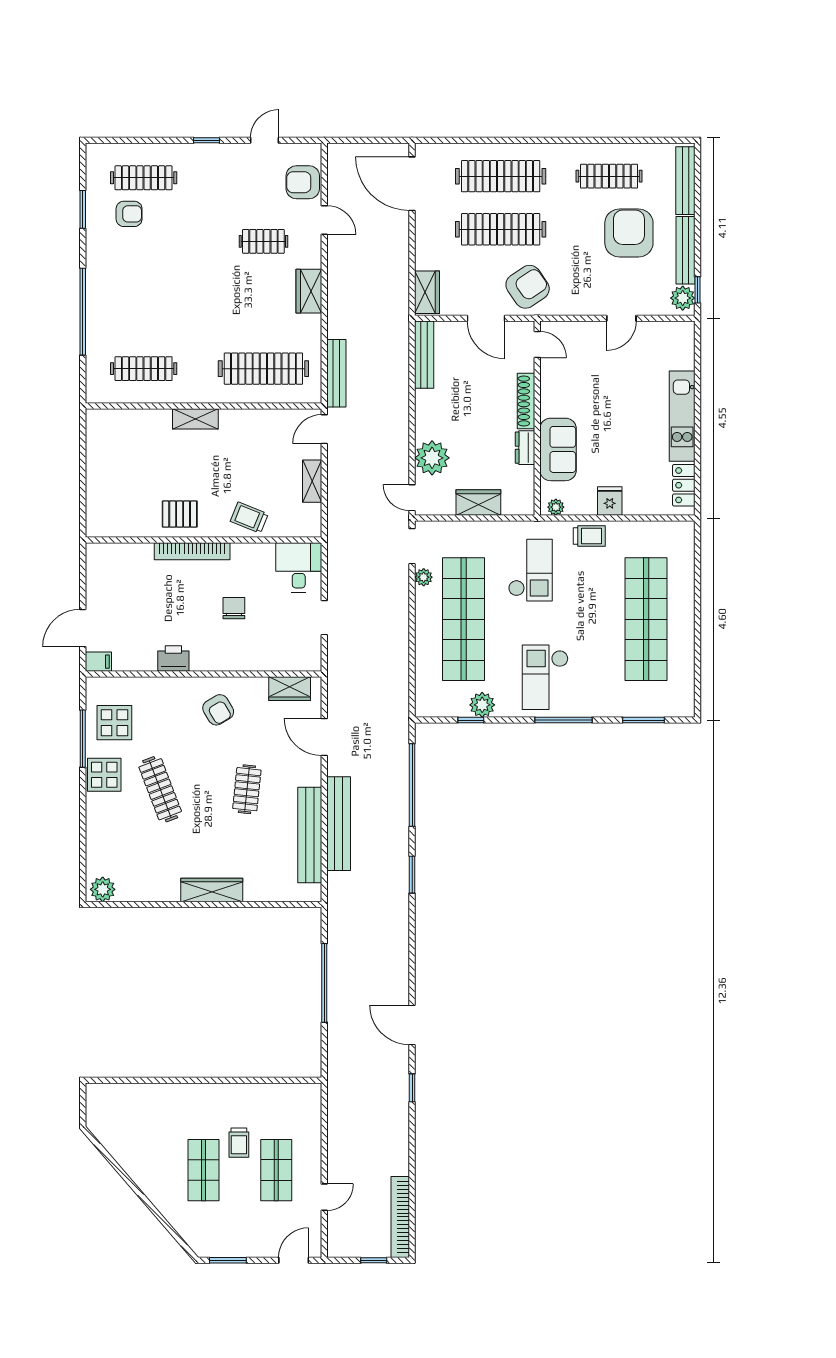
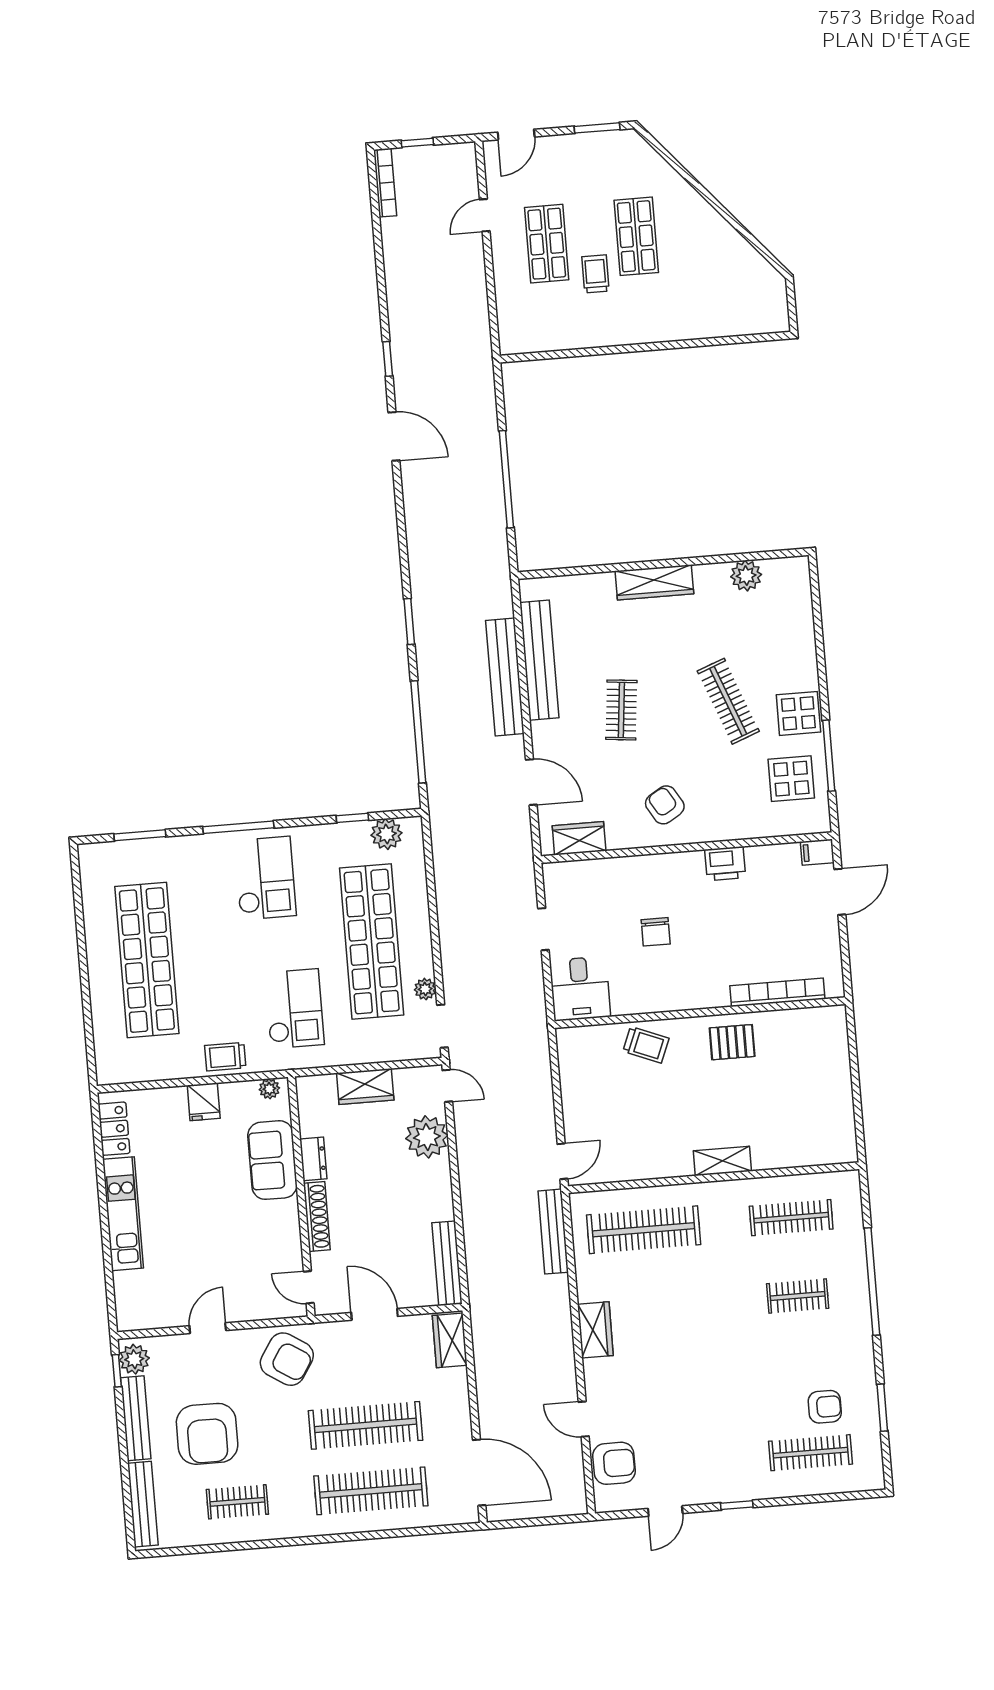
clothes rail: (609, 176) -> (237, 1502), width x0.73
armchair: (129, 214) -> (825, 1407), turned 180
clothes rail: (263, 241) -> (798, 1296), moved
armchair: (528, 287) -> (287, 1359), moved, turned -113
shelving: (312, 481) -> (572, 1096), removed
bookcase: (192, 551) -> (777, 992), moved
checkout: (530, 570) -> (294, 1009), turned 180
plant: (482, 705) -> (387, 834), moved
plant: (103, 889) -> (746, 576), moved
bookcase: (400, 1217) -> (385, 183), width x0.68, depth x0.76

